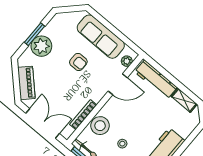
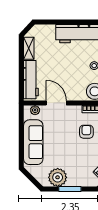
plant: (41, 46) -> (58, 177), moved
armchair: (78, 62) -> (86, 132), moved

